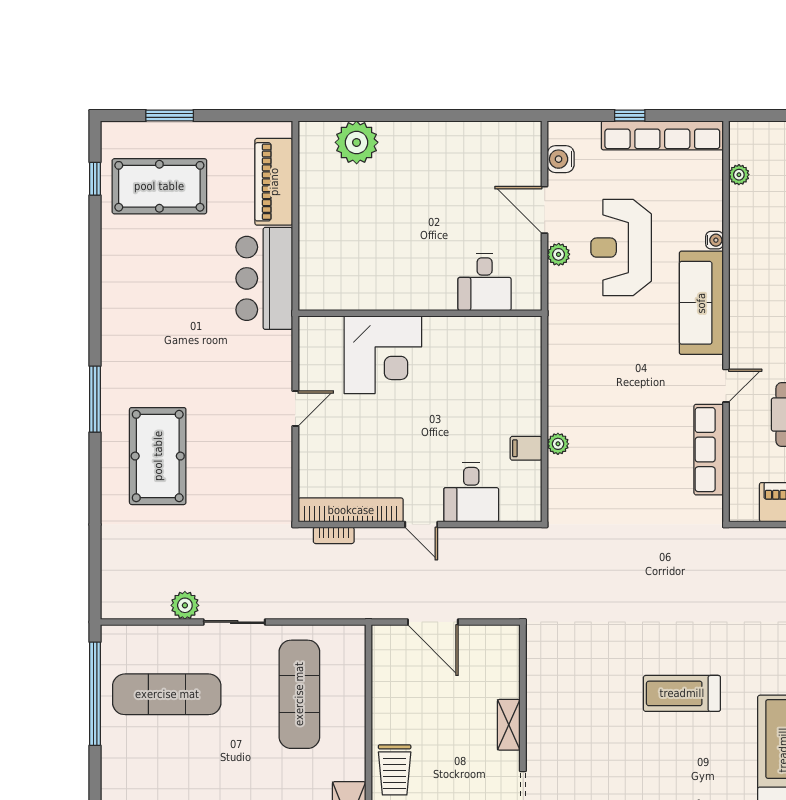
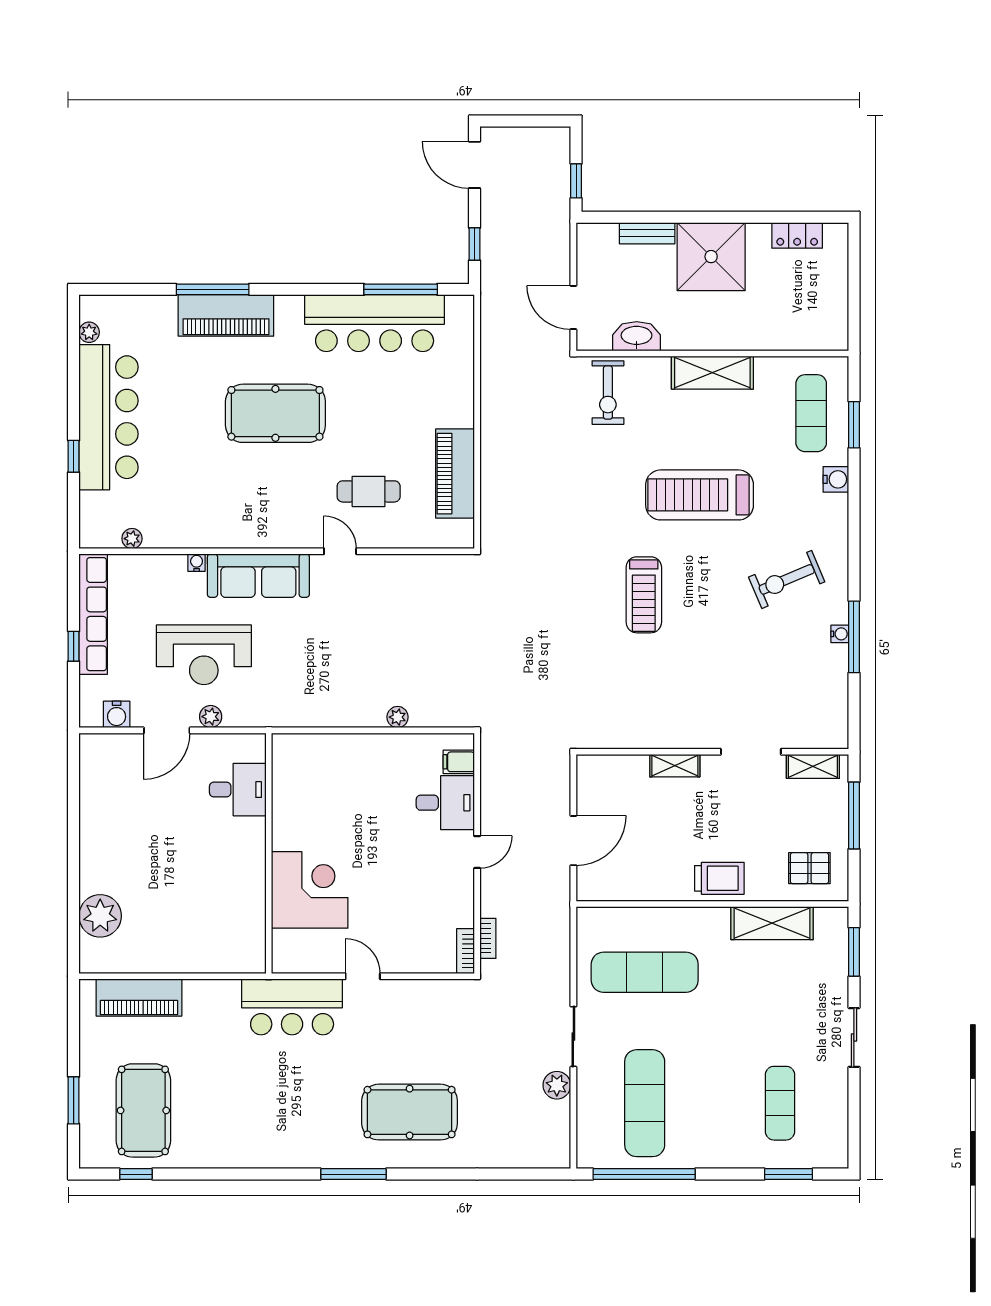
bar counter: (264, 278) -> (292, 1007), moved
filing cabinet: (526, 448) -> (459, 762), moved, turned 90
row of seats: (709, 450) -> (403, 568), removed
bookcase: (351, 510) -> (466, 951), width x0.43, depth x0.76

